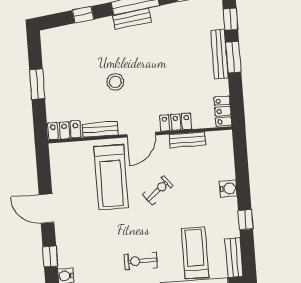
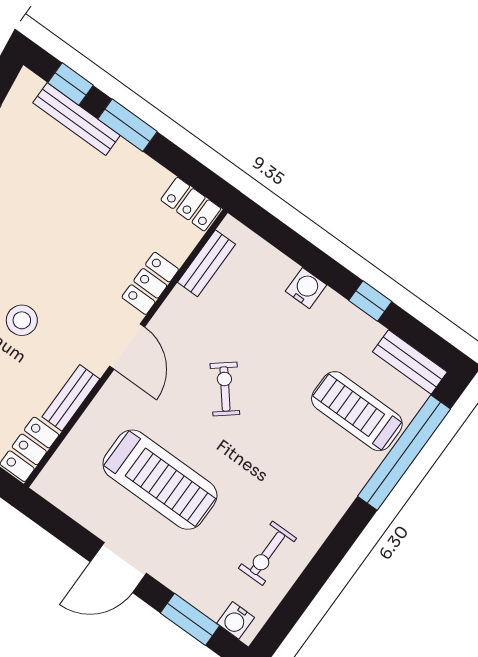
bench: (219, 54) -> (76, 119), moved
bench: (187, 140) -> (206, 263), moved
treadmill: (111, 177) -> (160, 480), moved
window: (50, 257) -> (190, 619), width x1.50
exercise bike: (141, 261) -> (267, 553), moved

